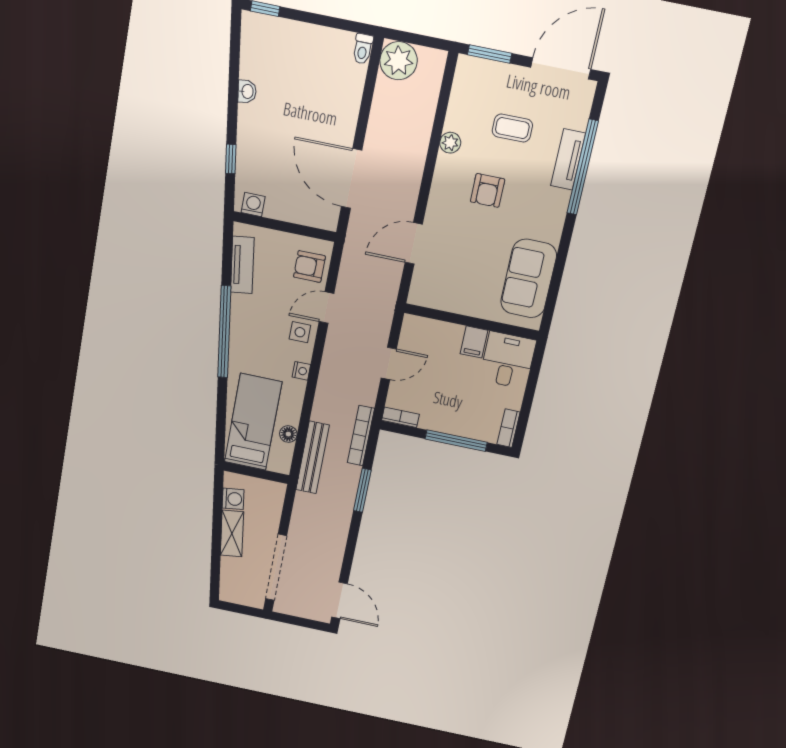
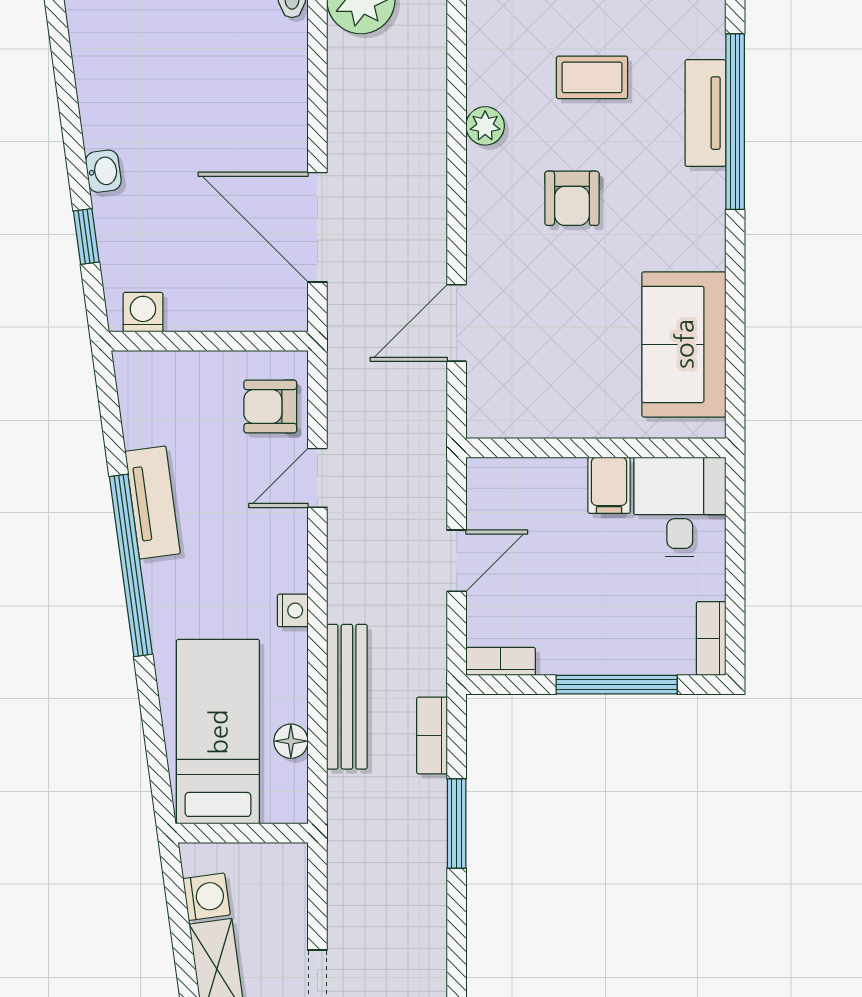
washbasin: (247, 91) -> (103, 171), moved
tv unit: (242, 265) -> (153, 502), moved
side table: (300, 332) -> (276, 536), removed
bookcase: (361, 436) -> (432, 736), width x0.64
bench: (313, 457) -> (347, 697), moved

